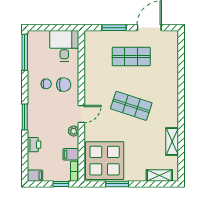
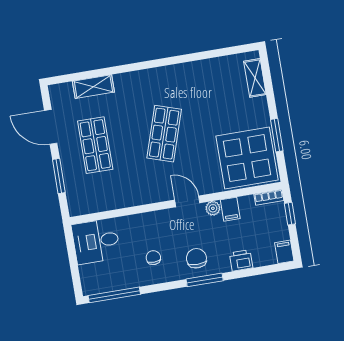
chair: (64, 85) -> (196, 258), moved
shelving: (172, 142) -> (93, 87), moved
filing cabinet: (71, 154) -> (230, 209), moved

